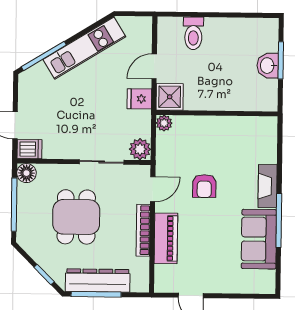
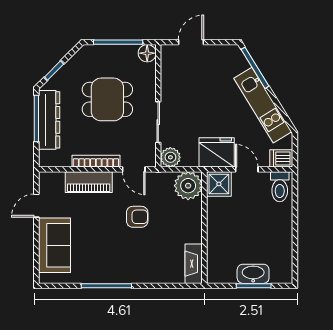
toilet: (193, 33) -> (280, 187), moved, turned -90
washbasin: (268, 66) -> (253, 274), width x1.38
fridge: (139, 99) -> (217, 152), width x1.88, depth x1.34
plant: (164, 123) -> (188, 186), width x1.87, depth x1.87
dishwasher: (29, 149) -> (281, 158), moved, turned 90
armchair: (204, 186) -> (137, 217), turned 180
fireplace: (268, 186) -> (194, 264), moved, turned -90
sofa: (259, 239) -> (55, 245), moved, turned 90

